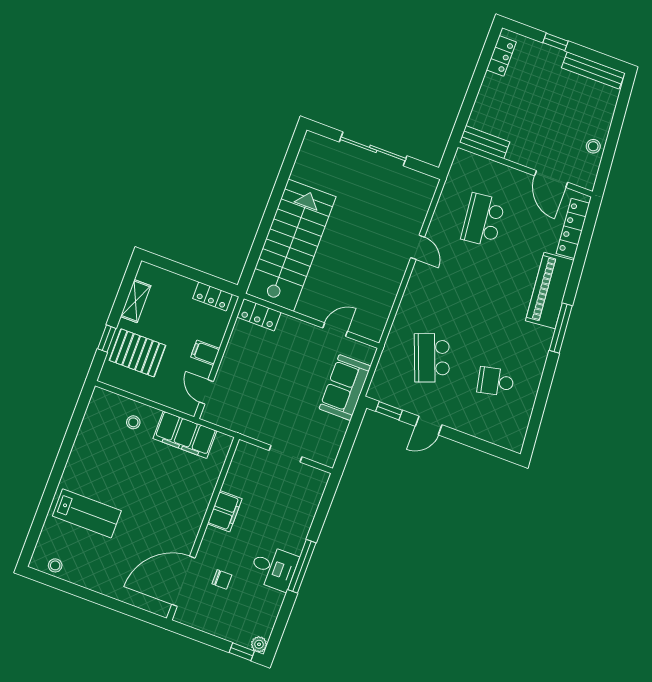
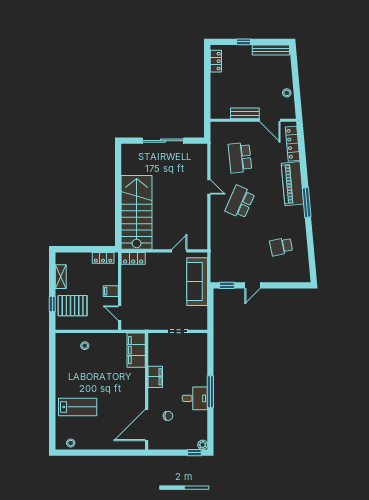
bench: (485, 142) -> (245, 113), moved
school desk: (432, 358) -> (240, 202), moved, turned 45
sofa: (345, 388) -> (197, 282), width x1.36
filing cabinet: (185, 435) -> (136, 350), moved, turned 90

